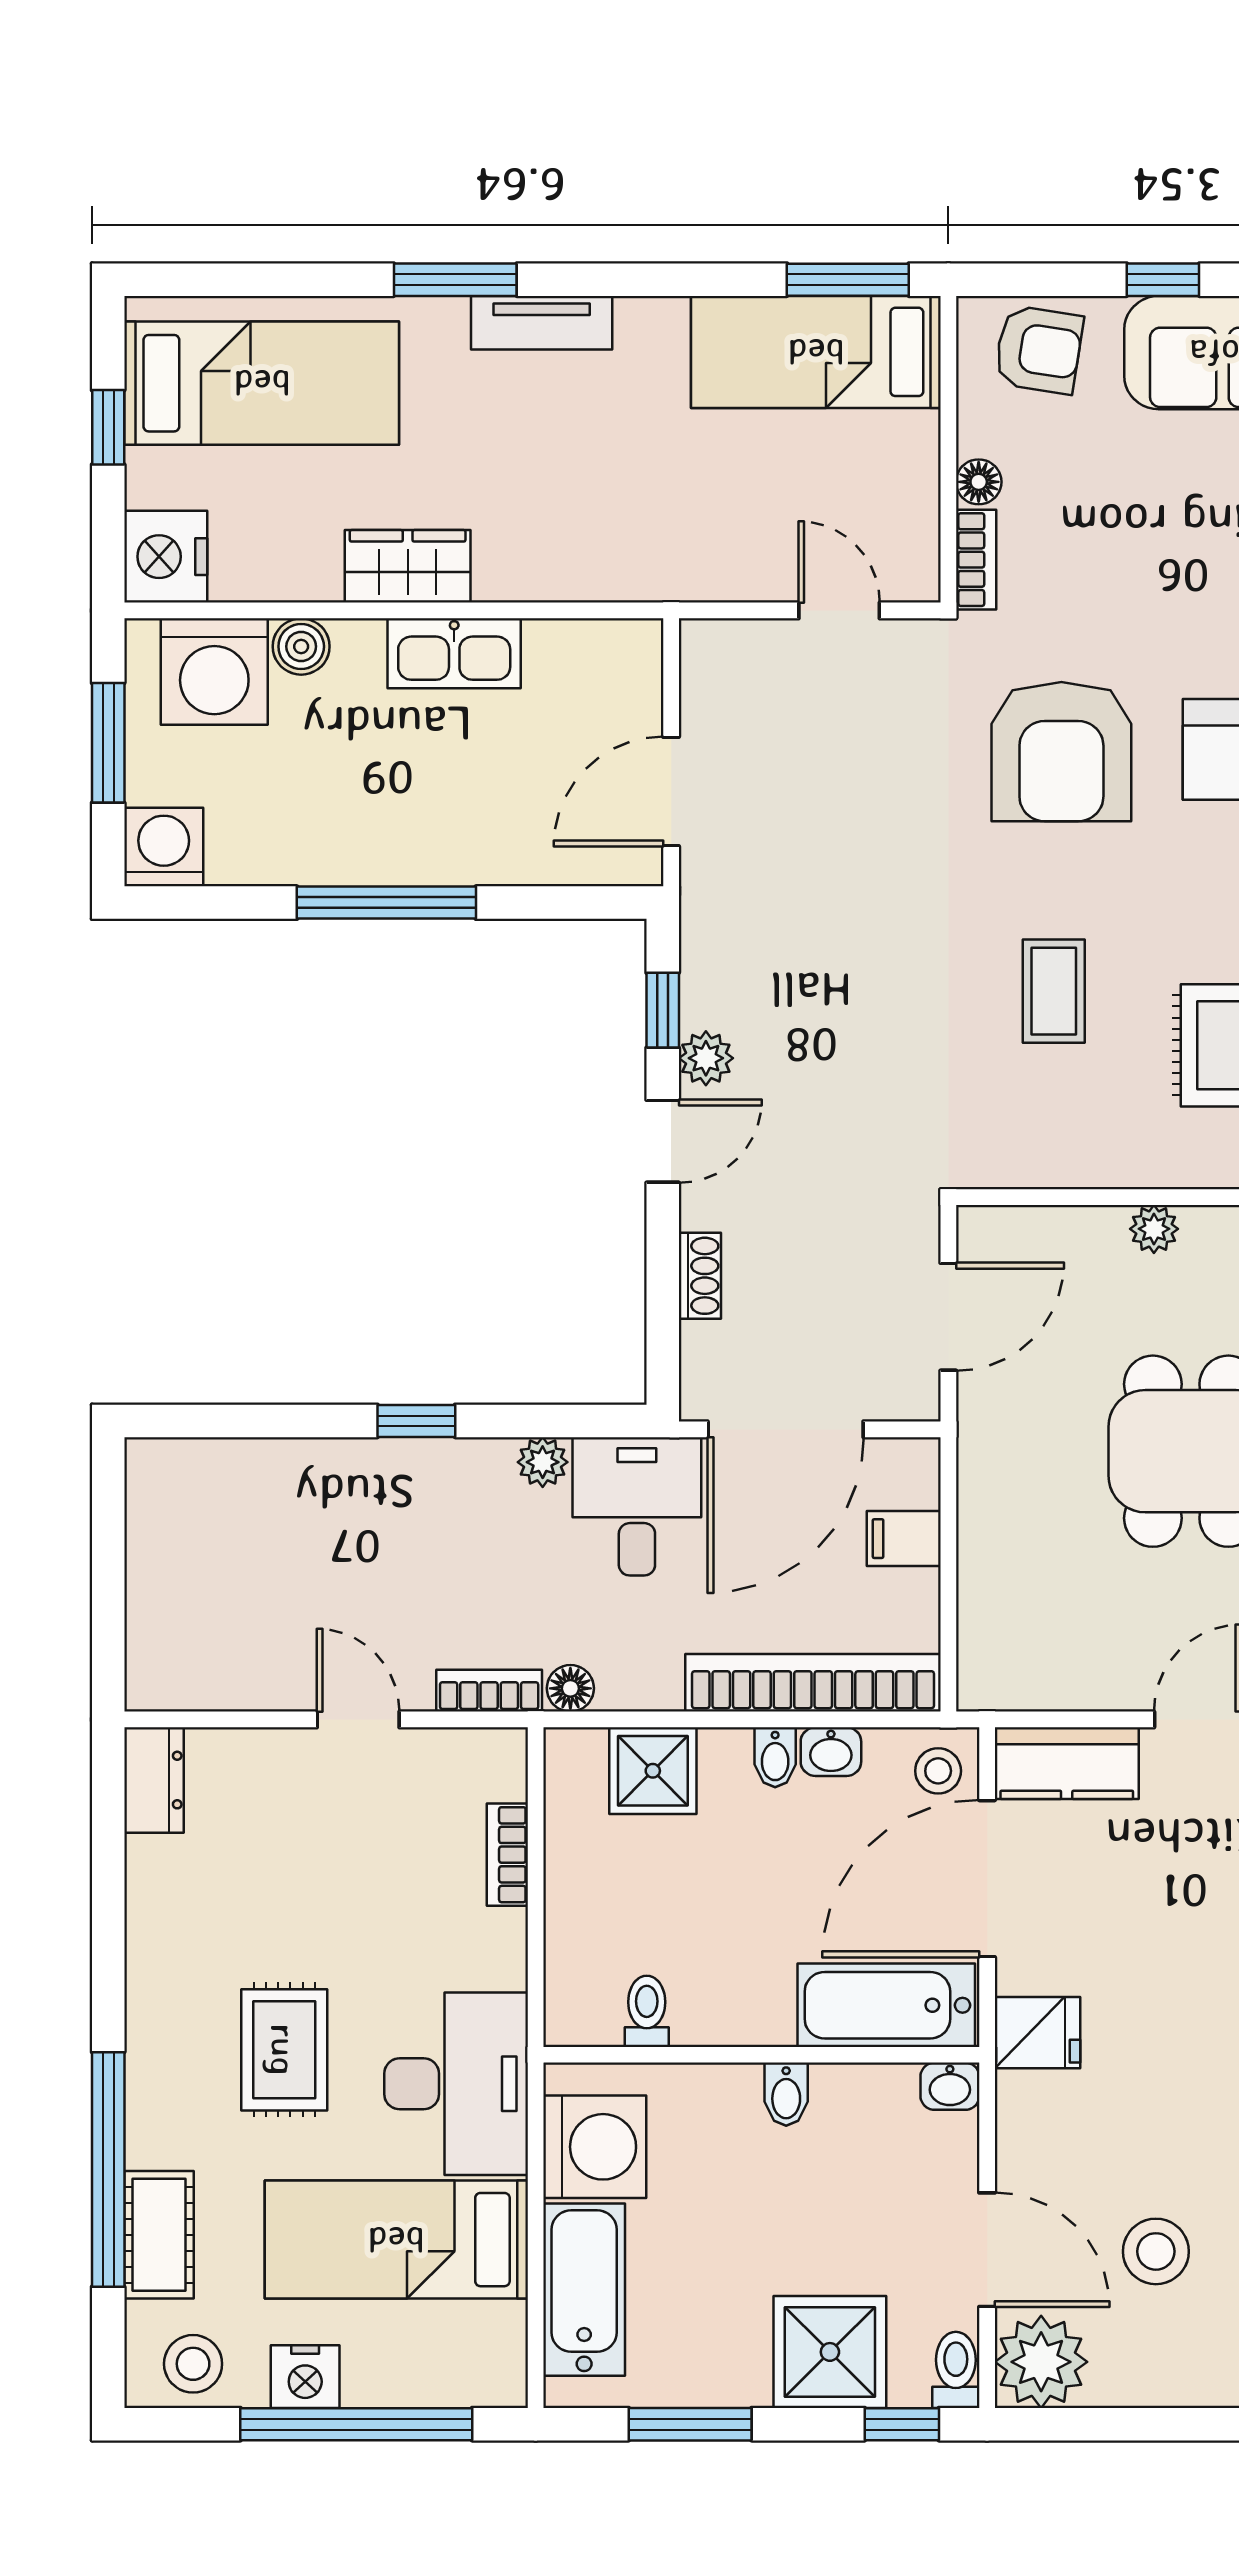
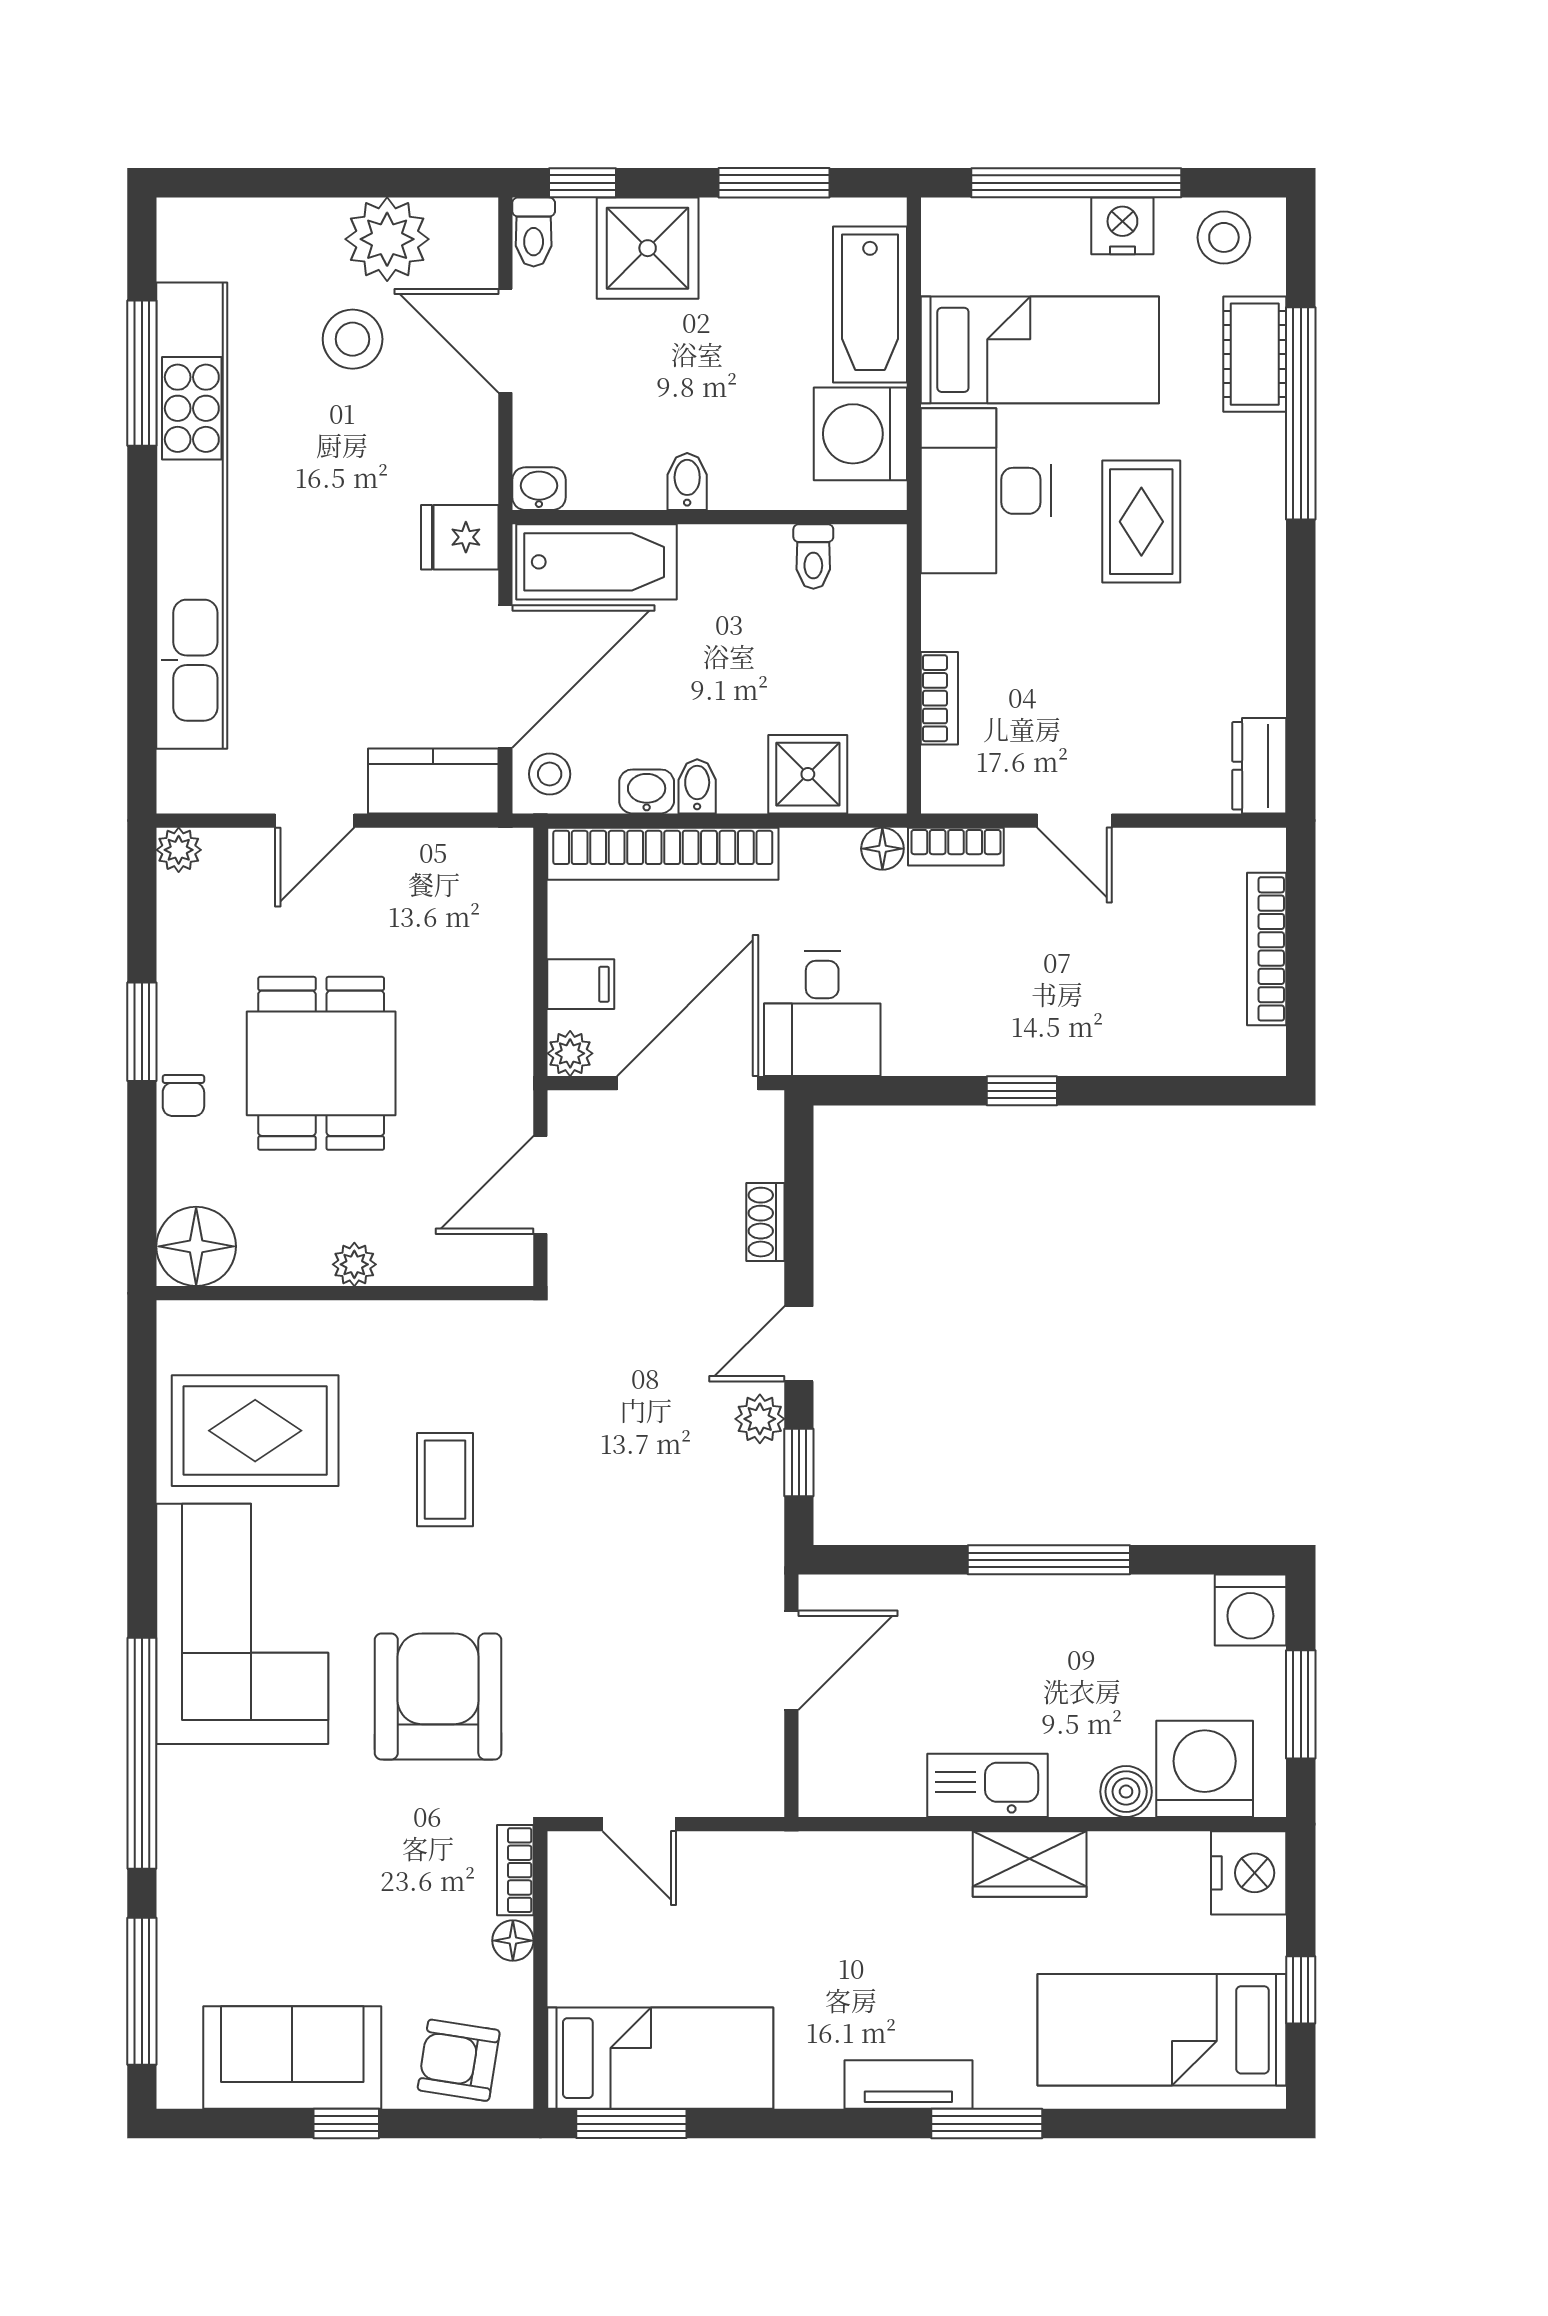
plant: (543, 1462) -> (570, 1053), moved
bookcase: (146, 1578) -> (1267, 949), added
plant: (1041, 2362) -> (387, 239), moved

